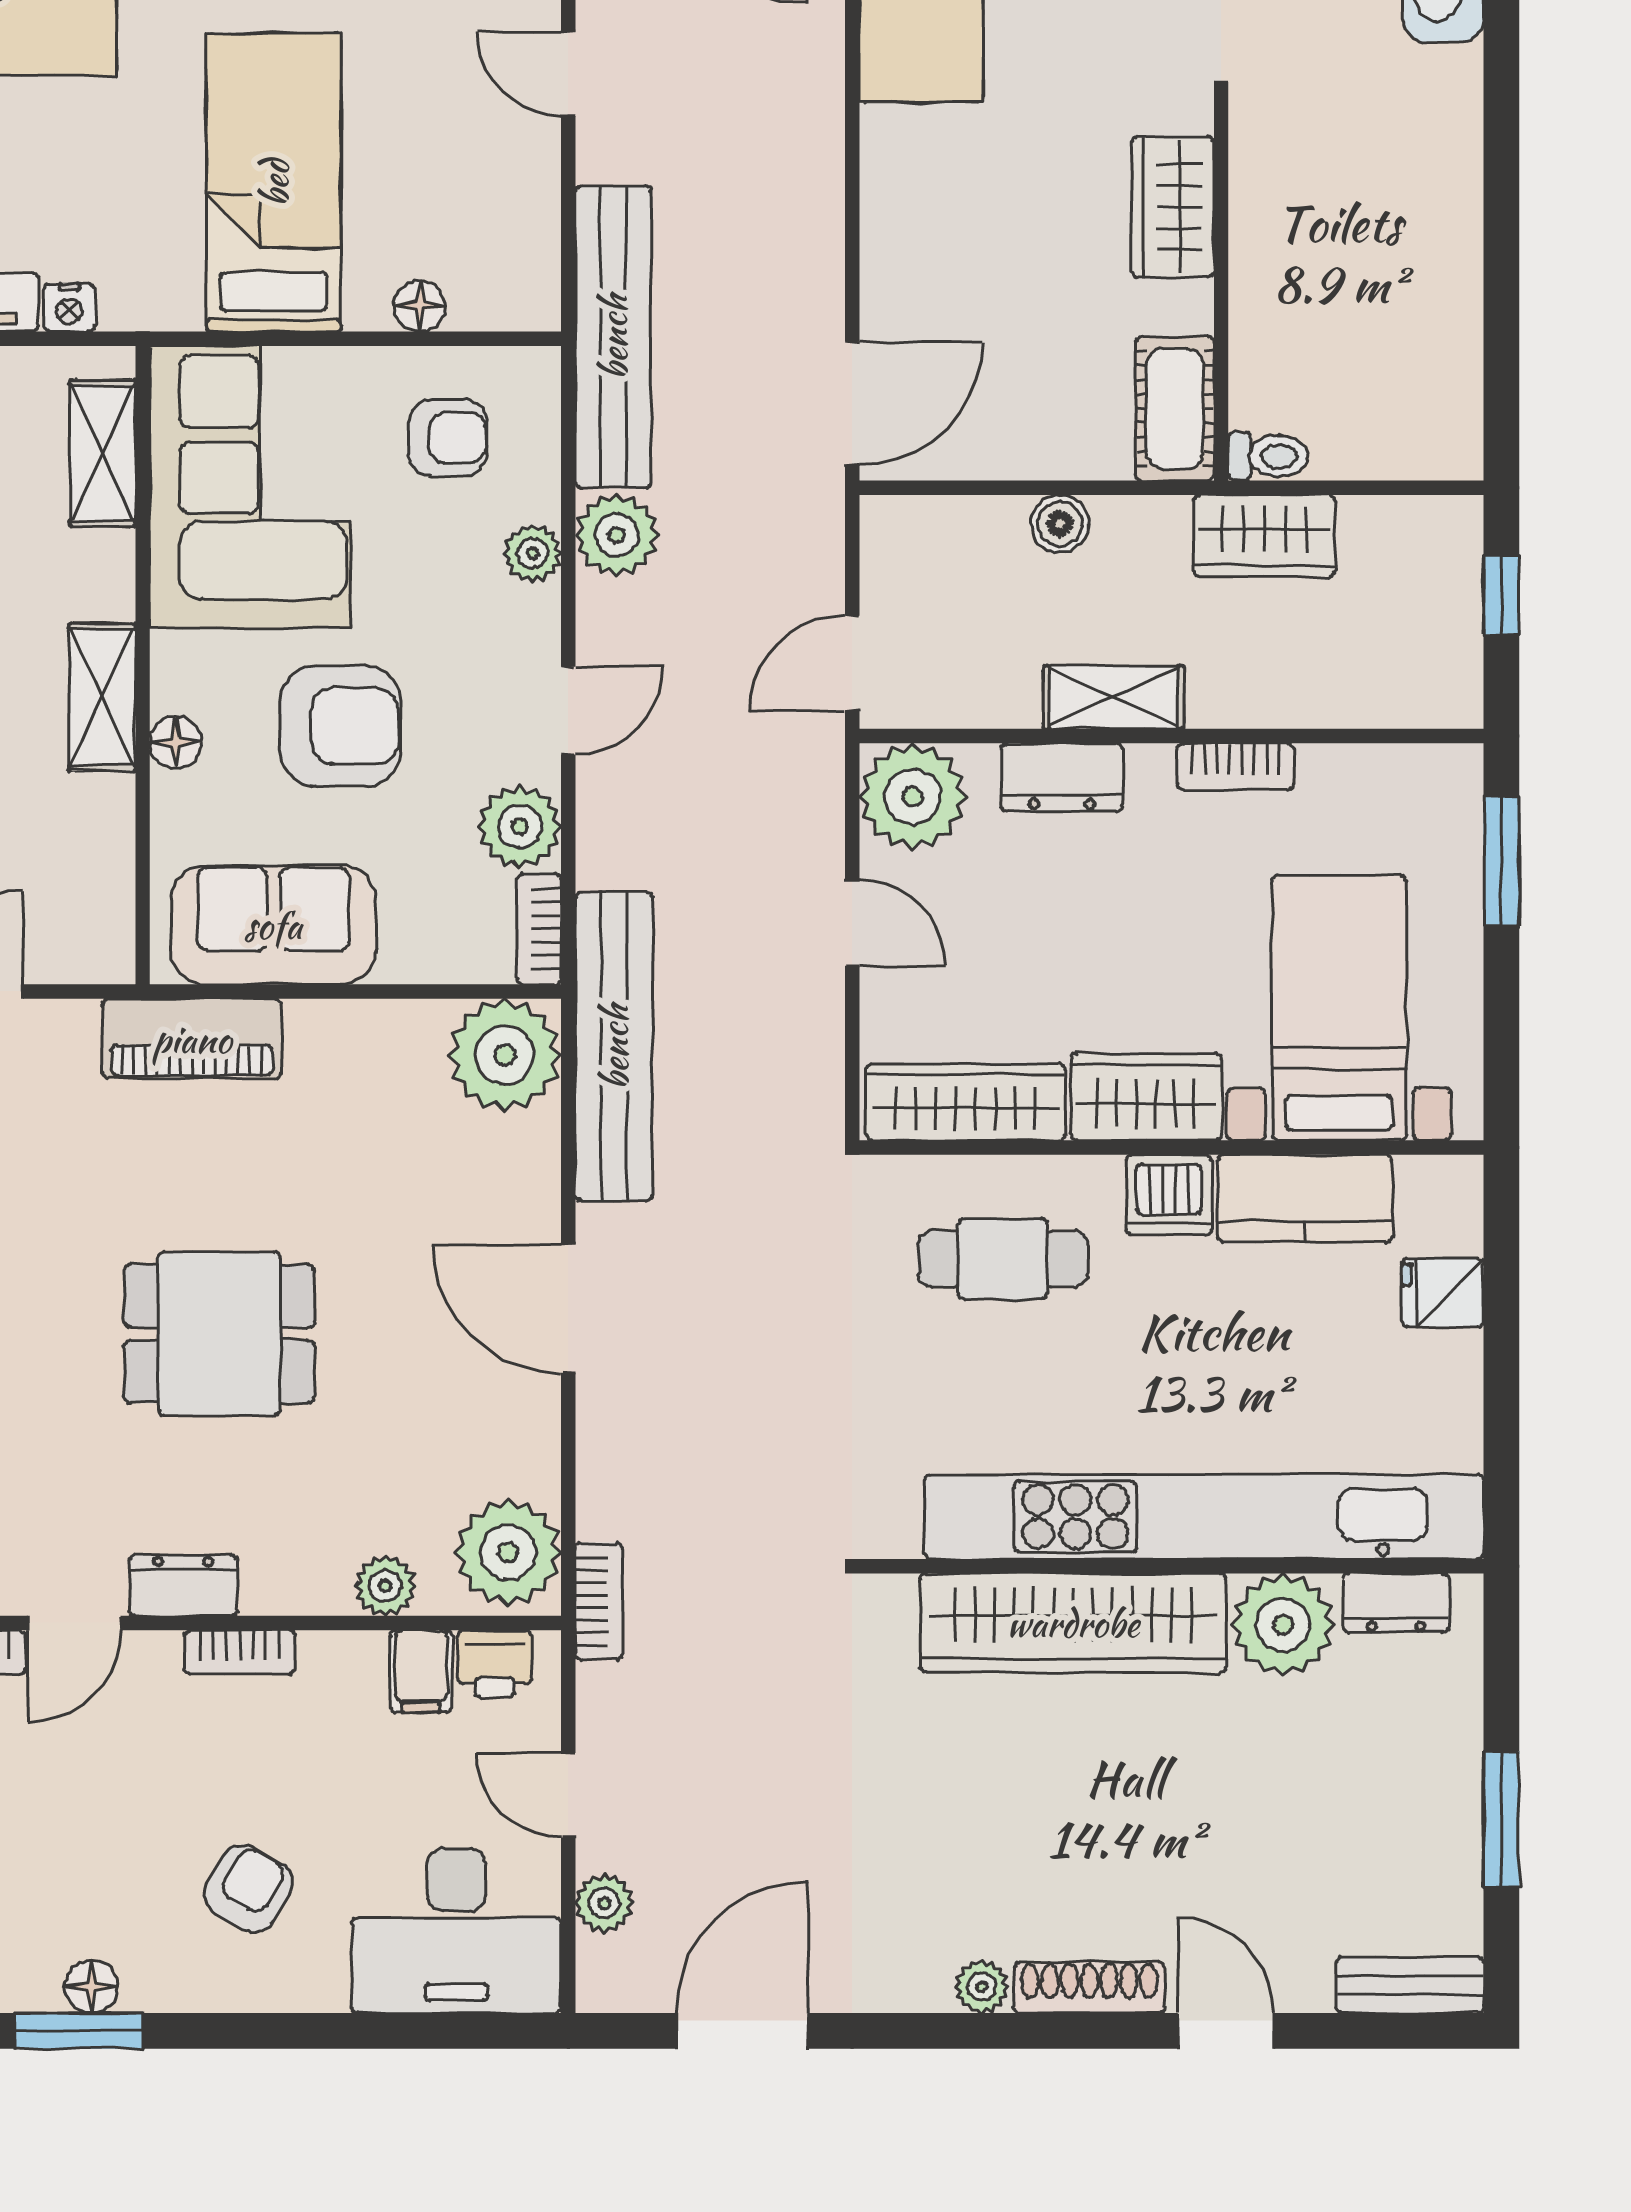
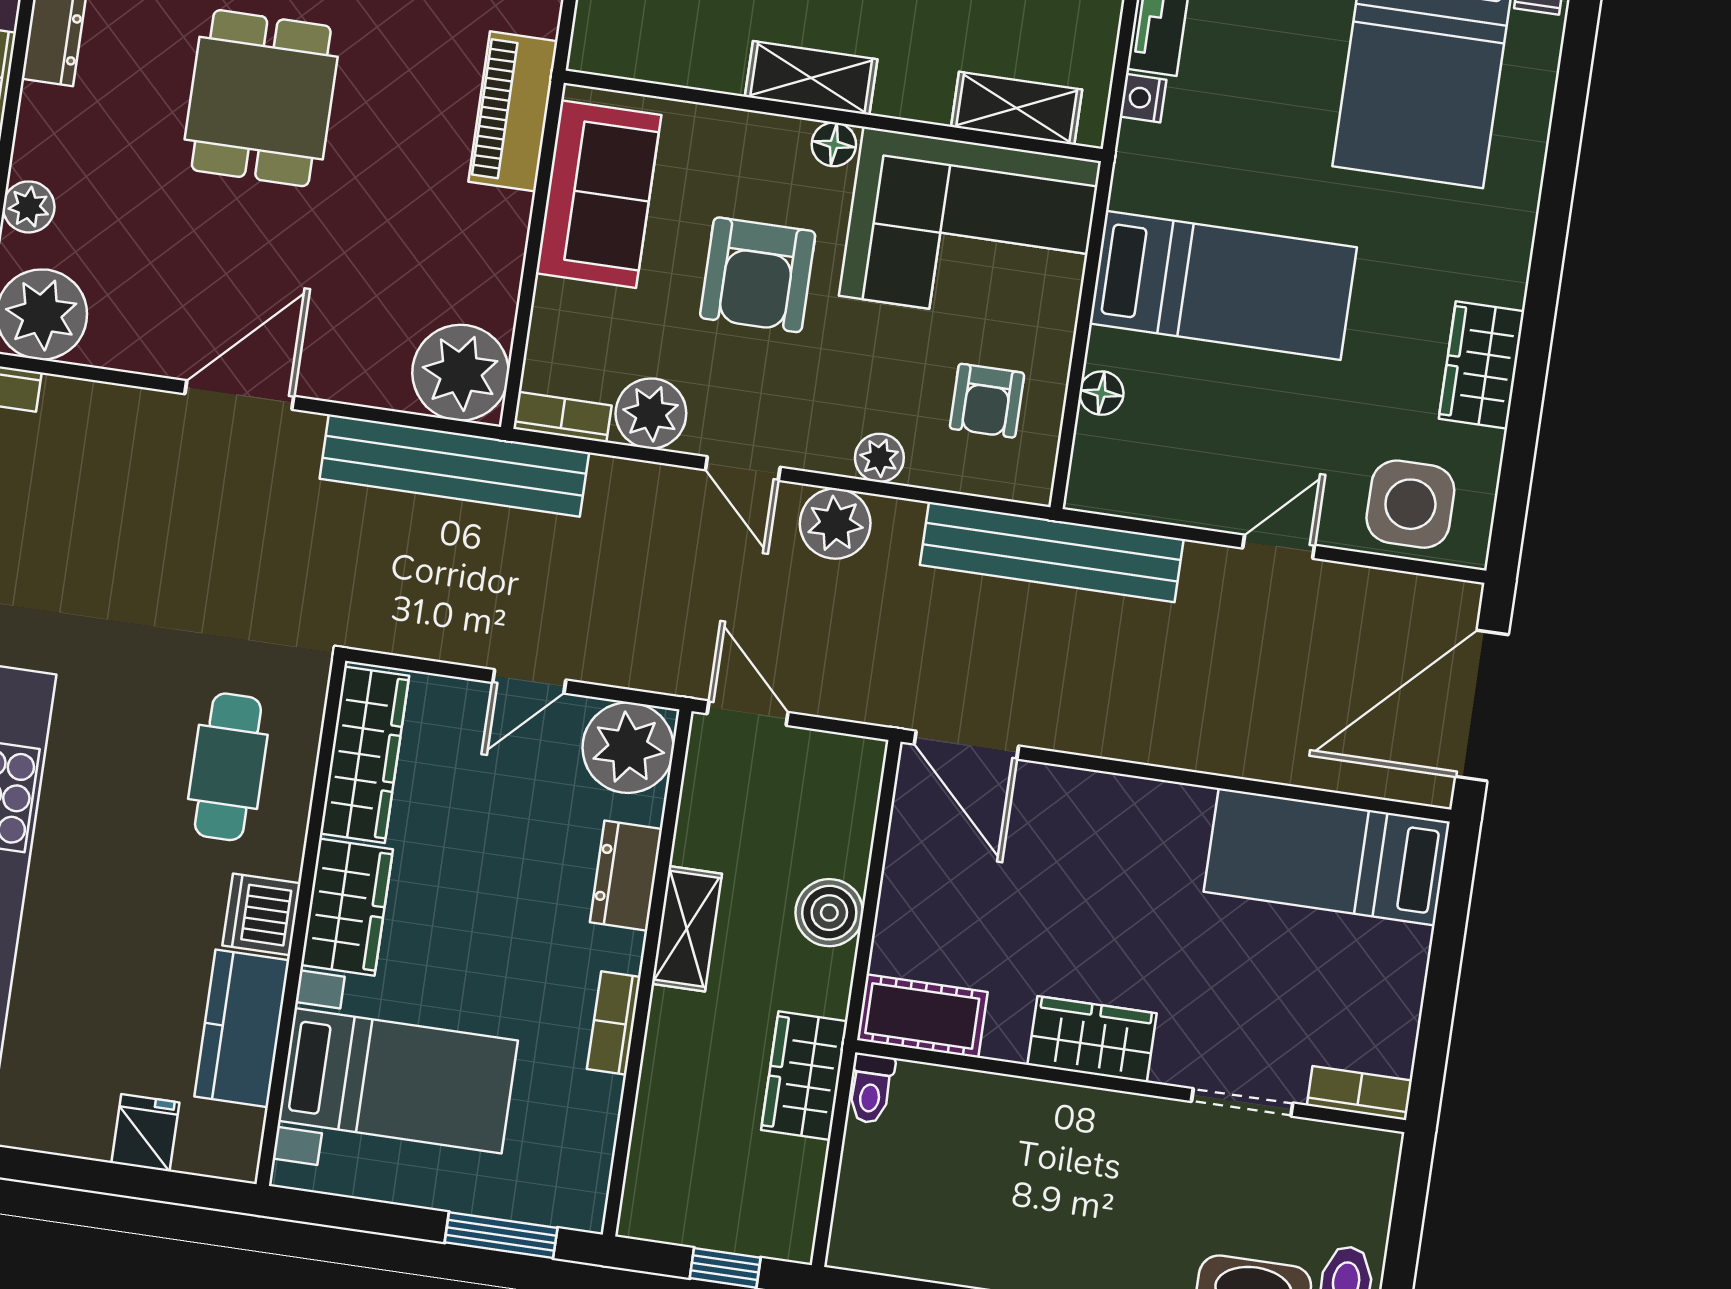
boiler: (1060, 524) -> (829, 913), width x1.36, depth x1.36
plant: (617, 535) -> (835, 524), moved
floor lamp: (176, 742) -> (834, 144), moved

